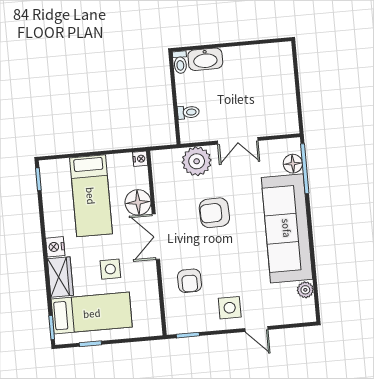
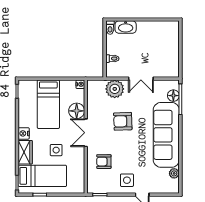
armchair: (190, 281) -> (104, 162), turned 90

